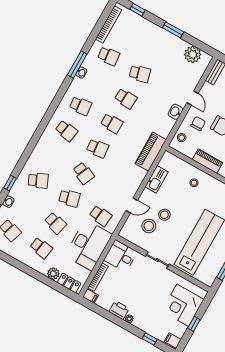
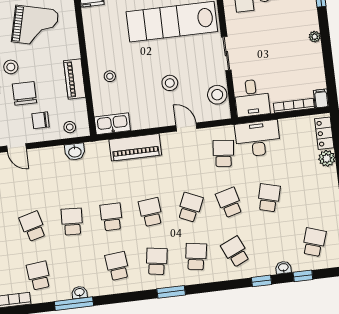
door: (193, 98) -> (17, 148), swing flipped
washbasin: (176, 112) -> (75, 152), moved
window: (42, 126) -> (171, 292), added
piano: (151, 152) -> (135, 147), moved
kitchen sink: (157, 179) -> (112, 124), moved
stool: (149, 226) -> (217, 95), moved
desk: (88, 245) -> (258, 139), width x0.73, depth x0.77
school desk: (41, 248) -> (196, 257), moved
printer: (119, 310) -> (313, 55), removed

